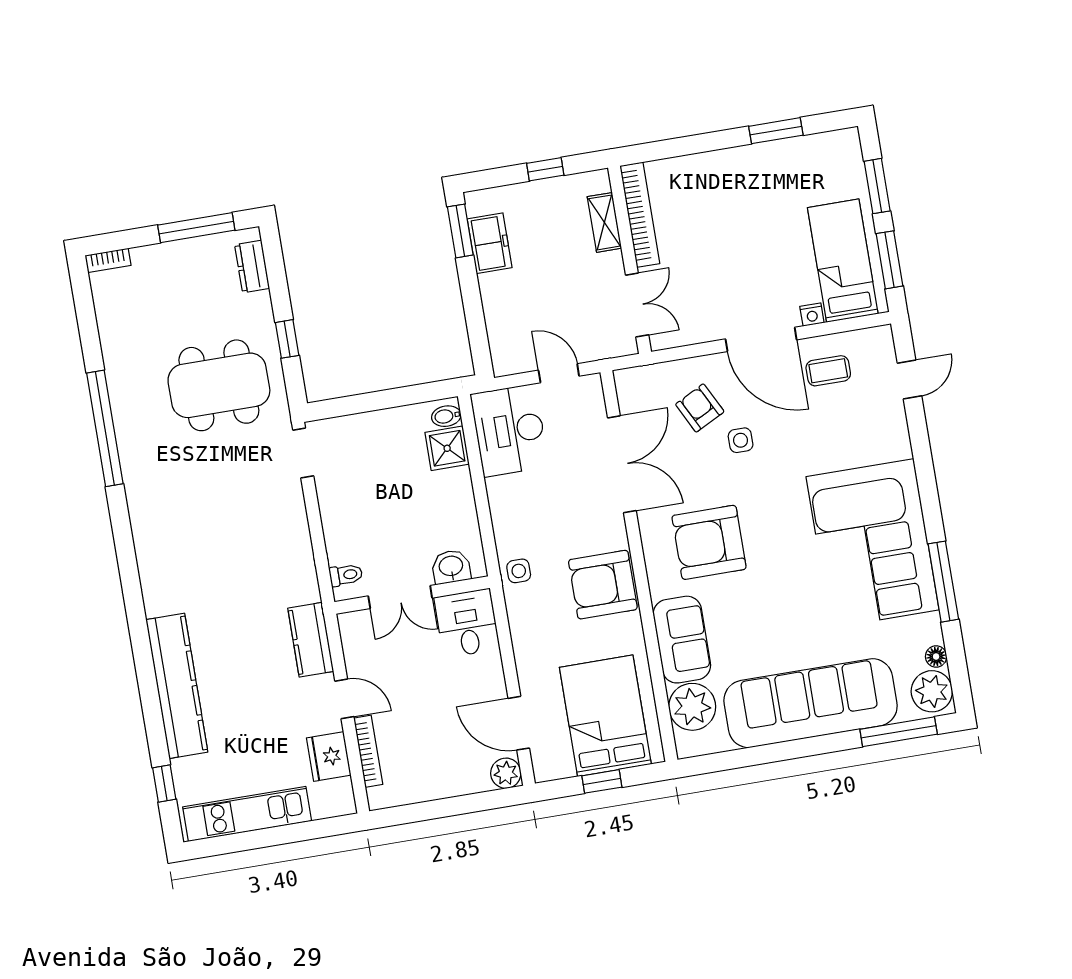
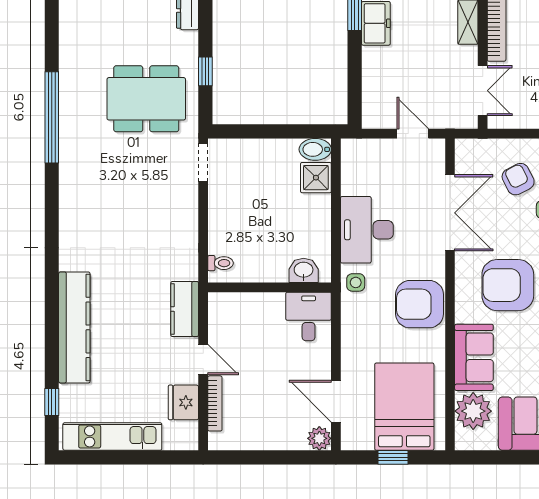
bidet: (446, 416) -> (315, 149), width x1.38, depth x1.36
desk: (509, 430) -> (367, 230), moved
double door: (400, 597) -> (260, 287), removed

